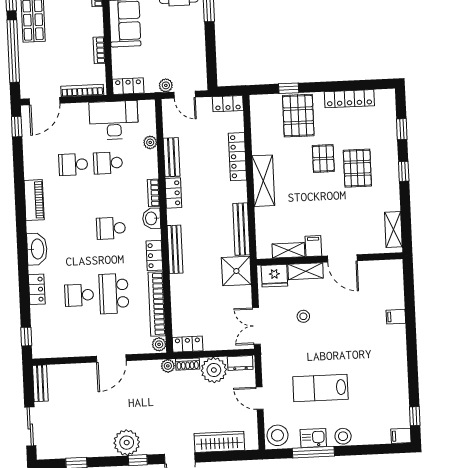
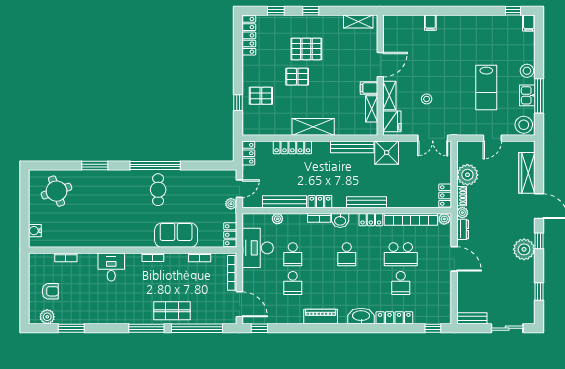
locker: (349, 99) -> (249, 35), moved
pallet: (298, 116) -> (261, 96), width x0.67, depth x0.71
bench: (172, 157) -> (285, 202), width x1.36
locker: (37, 289) -> (394, 318), width x1.53
dresser: (240, 363) -> (463, 229), moved

